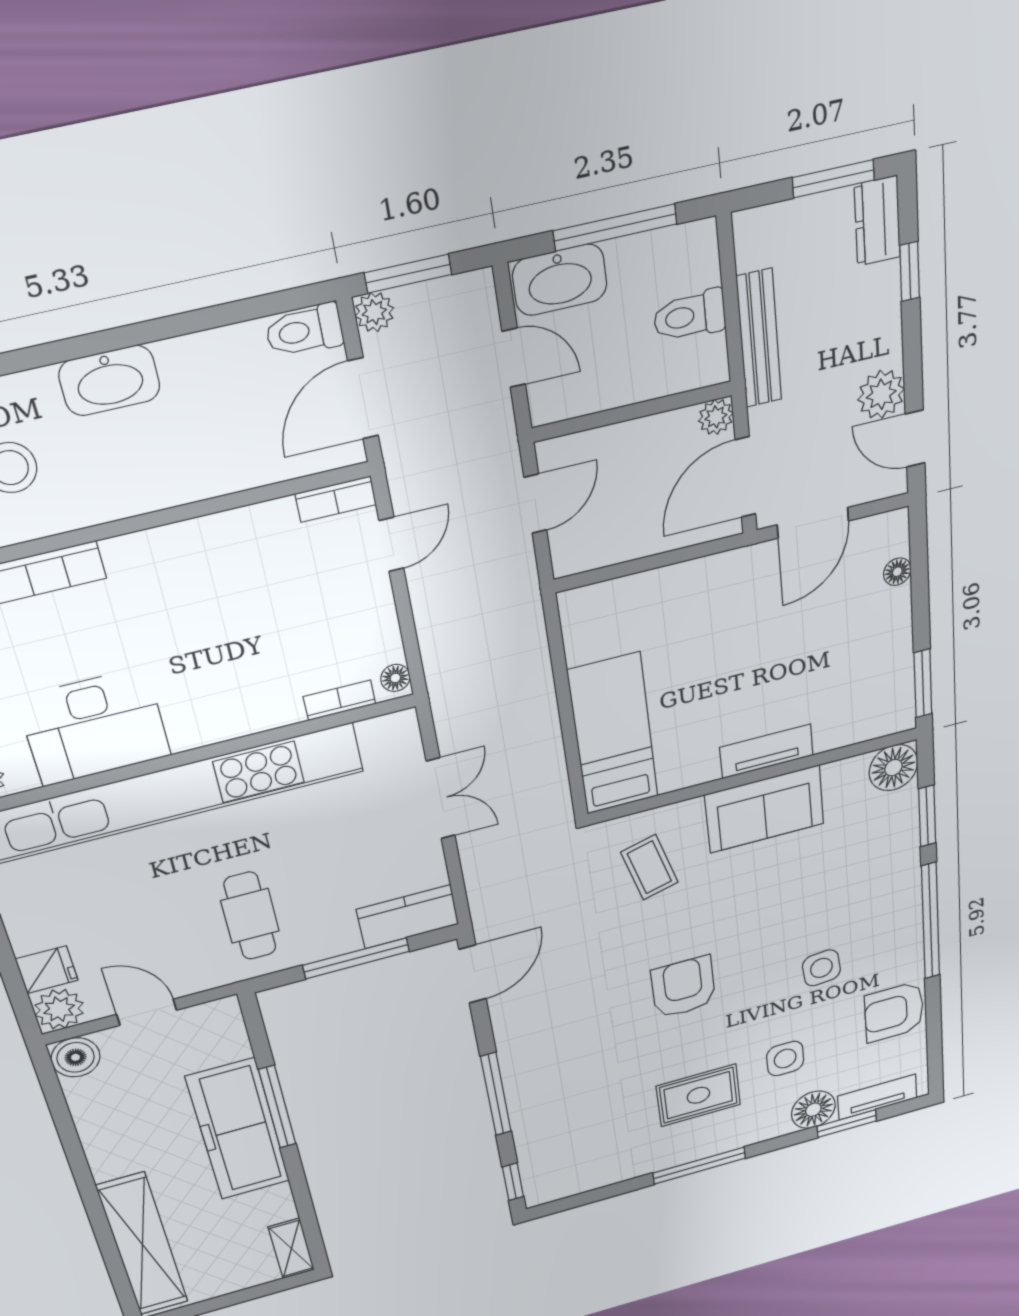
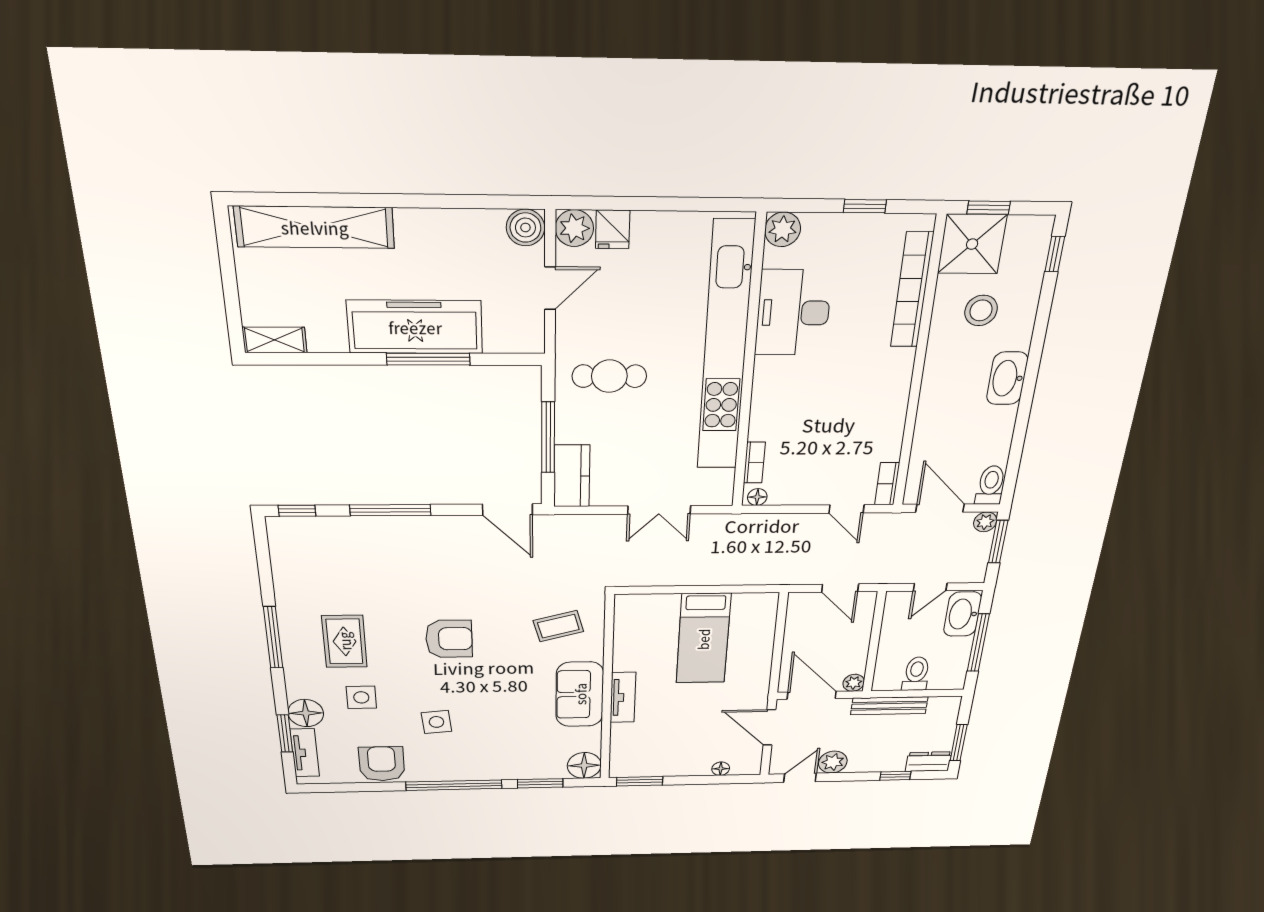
bed: (613, 734) -> (703, 639), moved, turned 90

